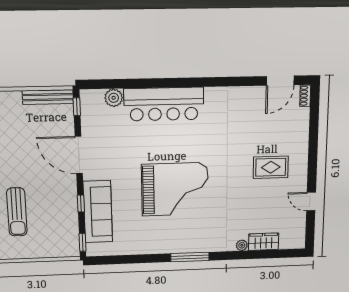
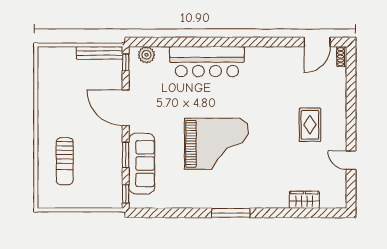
plant: (114, 98) -> (146, 55), moved
rug: (271, 167) -> (310, 125), turned 90
window: (81, 204) -> (126, 155), width x1.50
plant: (242, 245) -> (283, 203), removed

